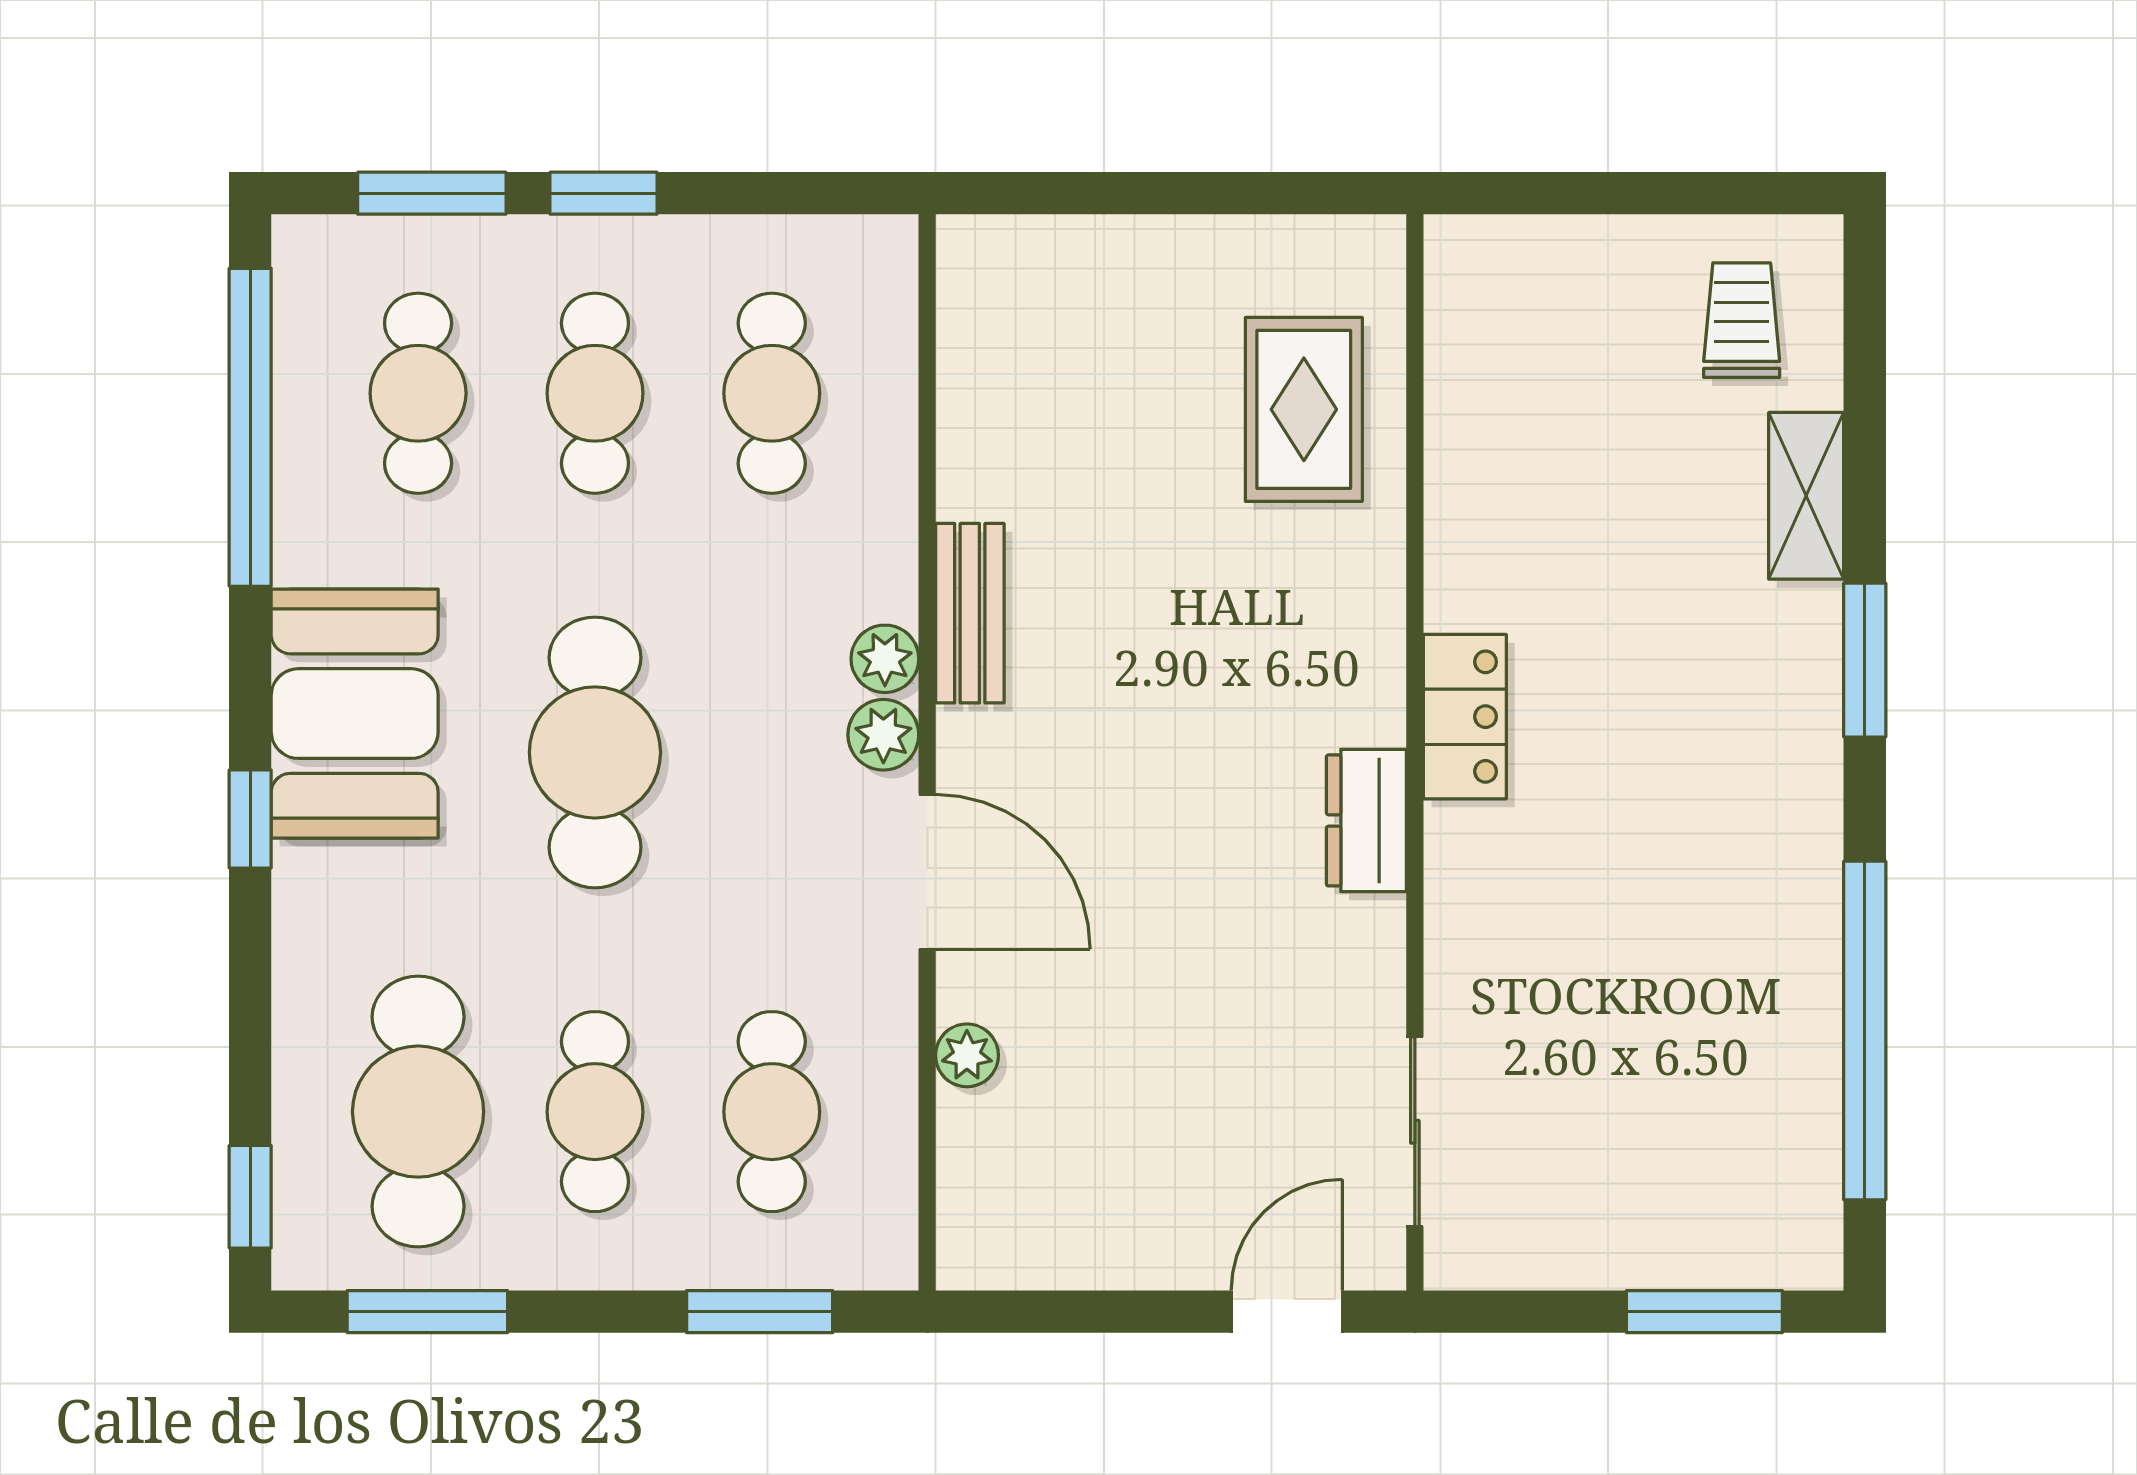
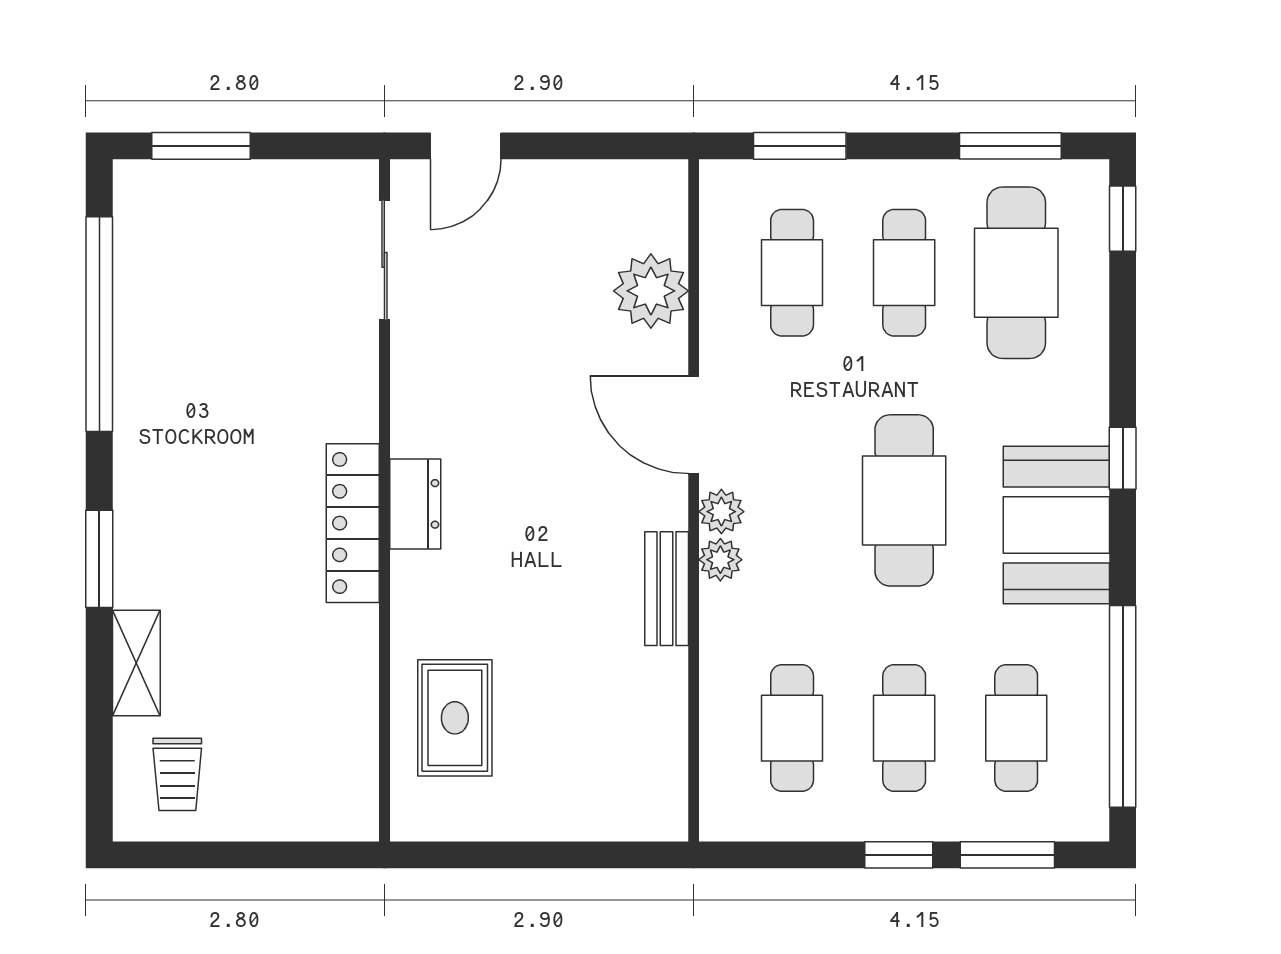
locker: (1465, 717) -> (353, 523), width x1.53
dresser: (1366, 820) -> (415, 504), moved
plant: (967, 1055) -> (651, 291), width x1.88, depth x1.88

